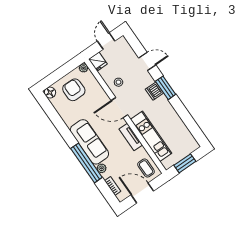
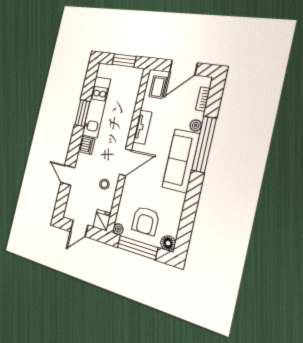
window: (63, 71) -> (137, 247), added
window: (166, 88) -> (82, 113), moved
door: (119, 108) -> (125, 162), hinge flipped
kitchen unit: (151, 136) -> (96, 107), moved, turned 180
door: (142, 193) -> (183, 67), hinge flipped

